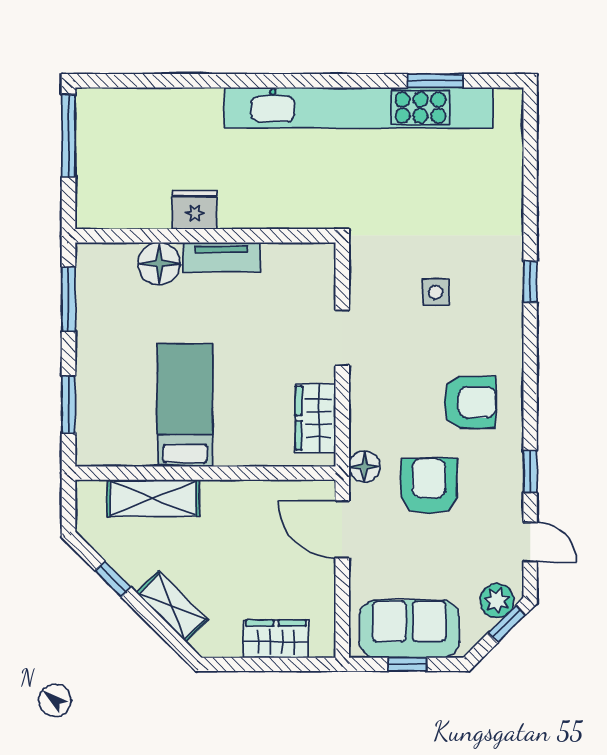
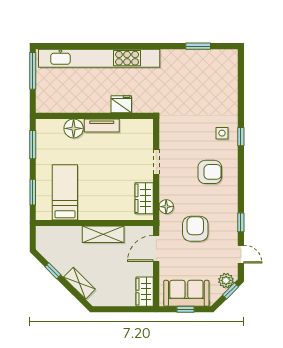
kitchen unit: (359, 108) -> (99, 58), moved
fridge: (195, 210) -> (121, 104), moved
side table: (436, 292) -> (222, 133), moved
armchair: (470, 402) -> (210, 172), moved
bed: (185, 405) -> (65, 192), moved
floor lamp: (364, 467) -> (166, 207), moved
shelving: (153, 498) -> (103, 234), moved
door: (342, 529) -> (156, 248), hinge flipped
wardrobe: (276, 639) -> (145, 292), moved, turned -90

